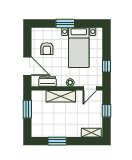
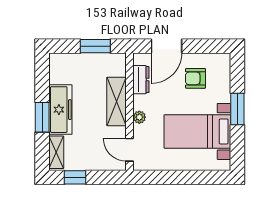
window: (107, 66) -> (167, 177), removed
window: (107, 111) -> (75, 177), moved
freezer: (66, 130) -> (60, 110), added
window: (57, 141) -> (42, 117), moved

